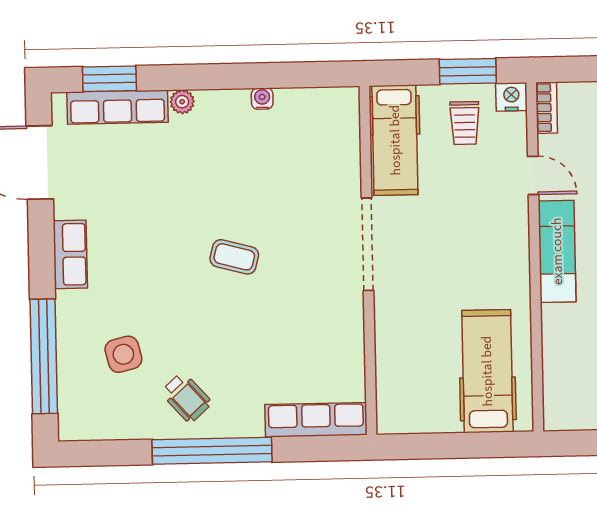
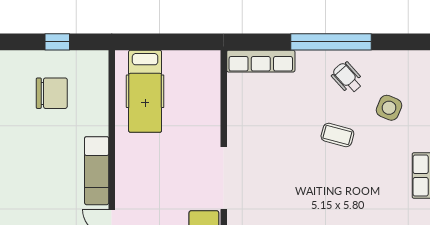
coffee table: (234, 257) -> (337, 135), moved
side table: (123, 354) -> (389, 108), turned 37

